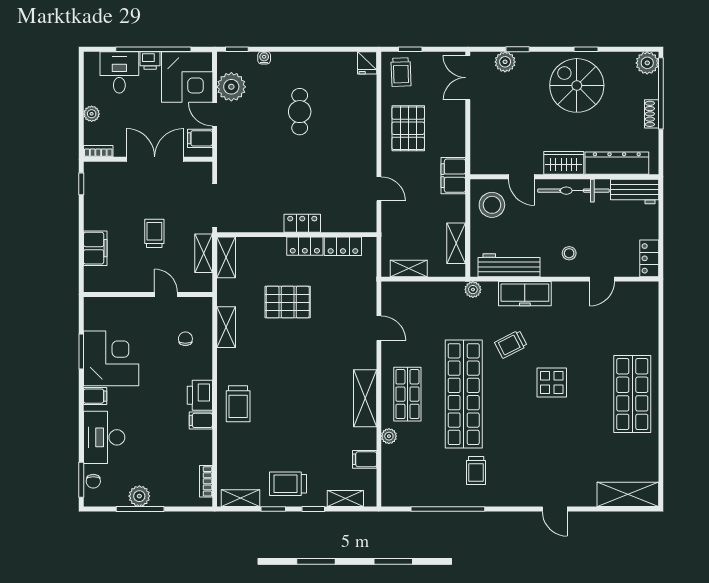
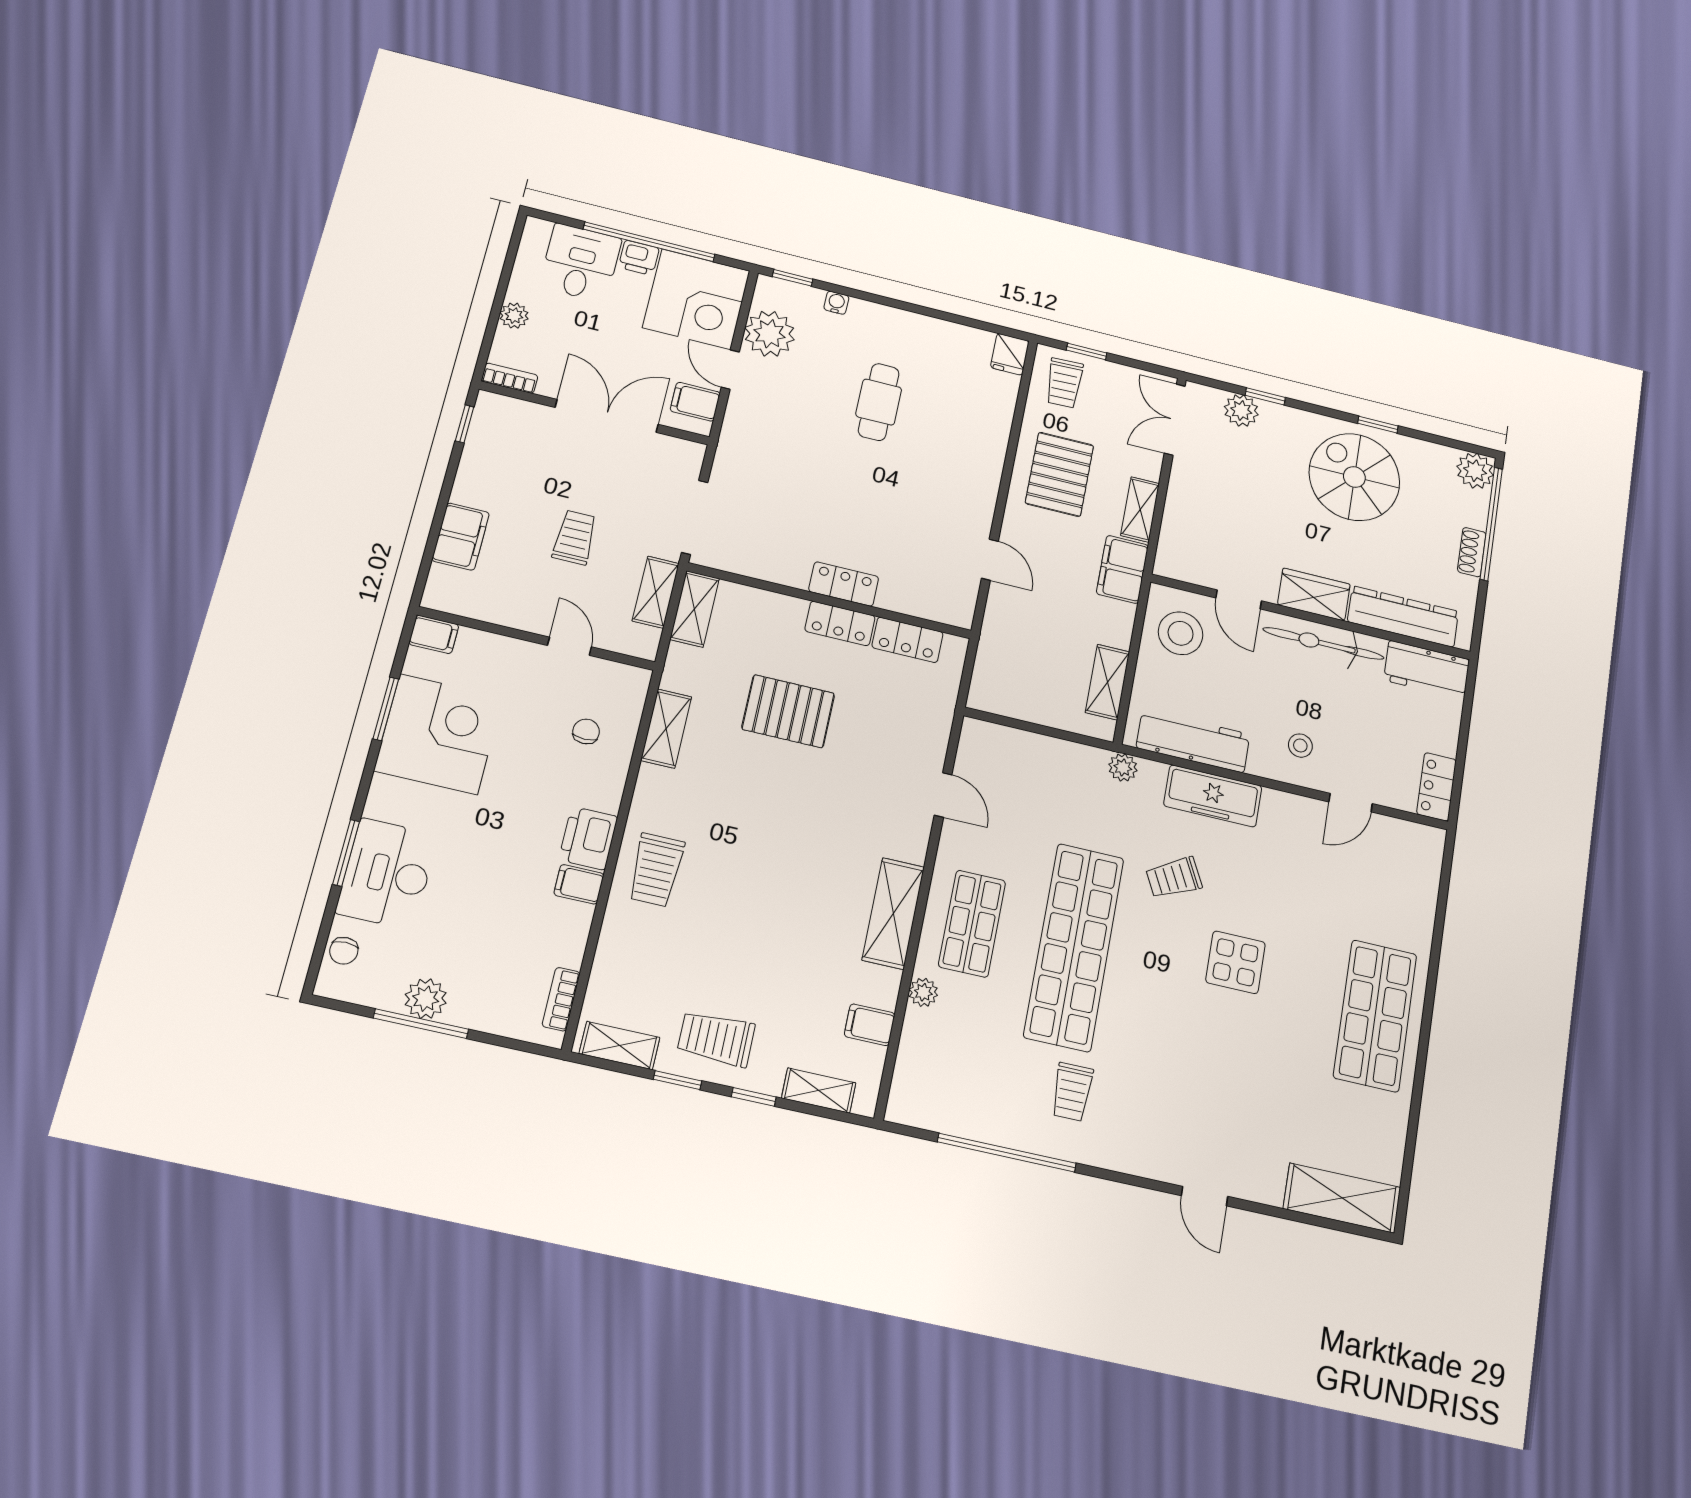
shelving: (409, 268) -> (1140, 509), moved, turned 90
filing cabinet: (95, 396) -> (434, 634), moved
window: (81, 480) -> (346, 853), moved

